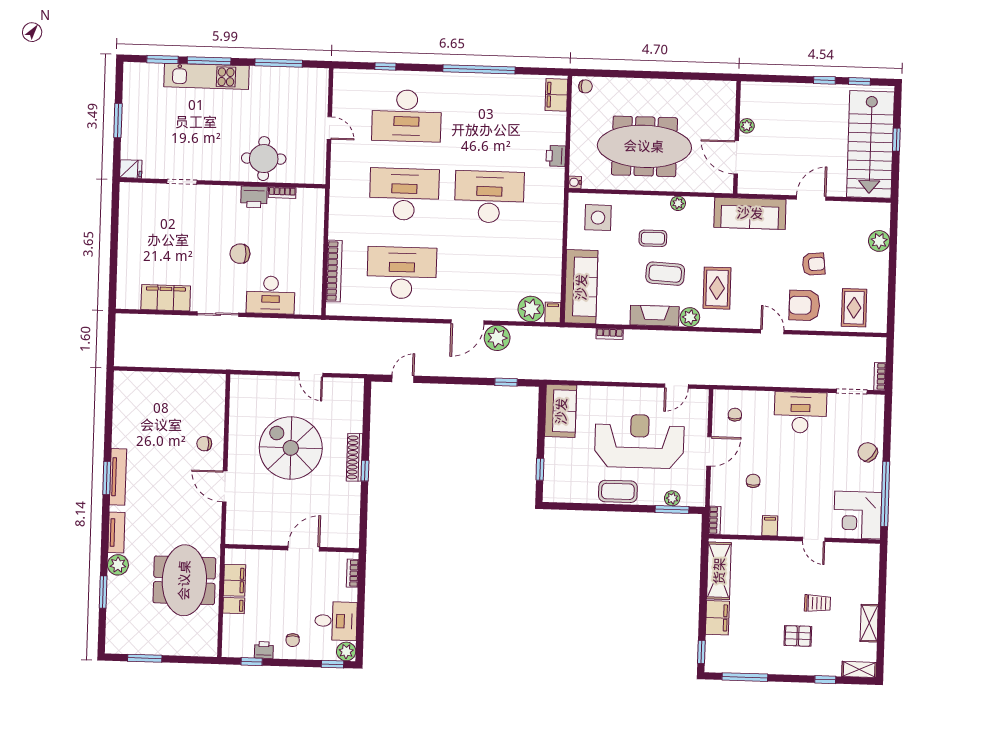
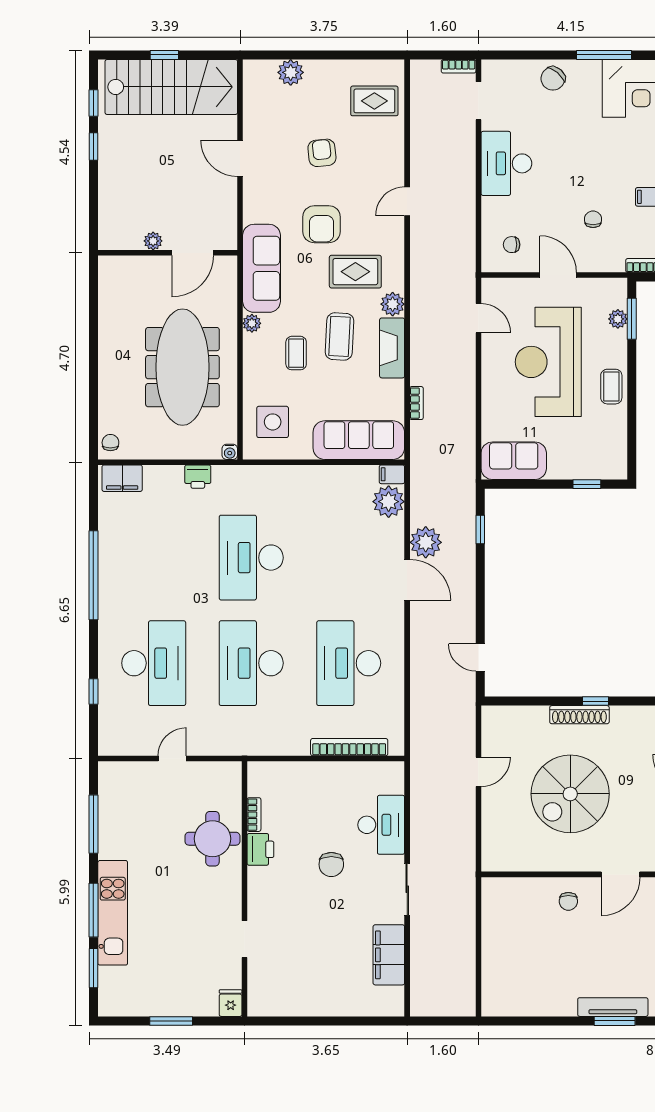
sofa: (750, 213) -> (262, 268), moved
armchair: (804, 305) -> (322, 224), moved
chair: (753, 481) -> (593, 219), turned 90
coffee table: (618, 491) -> (611, 387), width x0.73, depth x0.77
window: (885, 494) -> (604, 55), width x0.68

